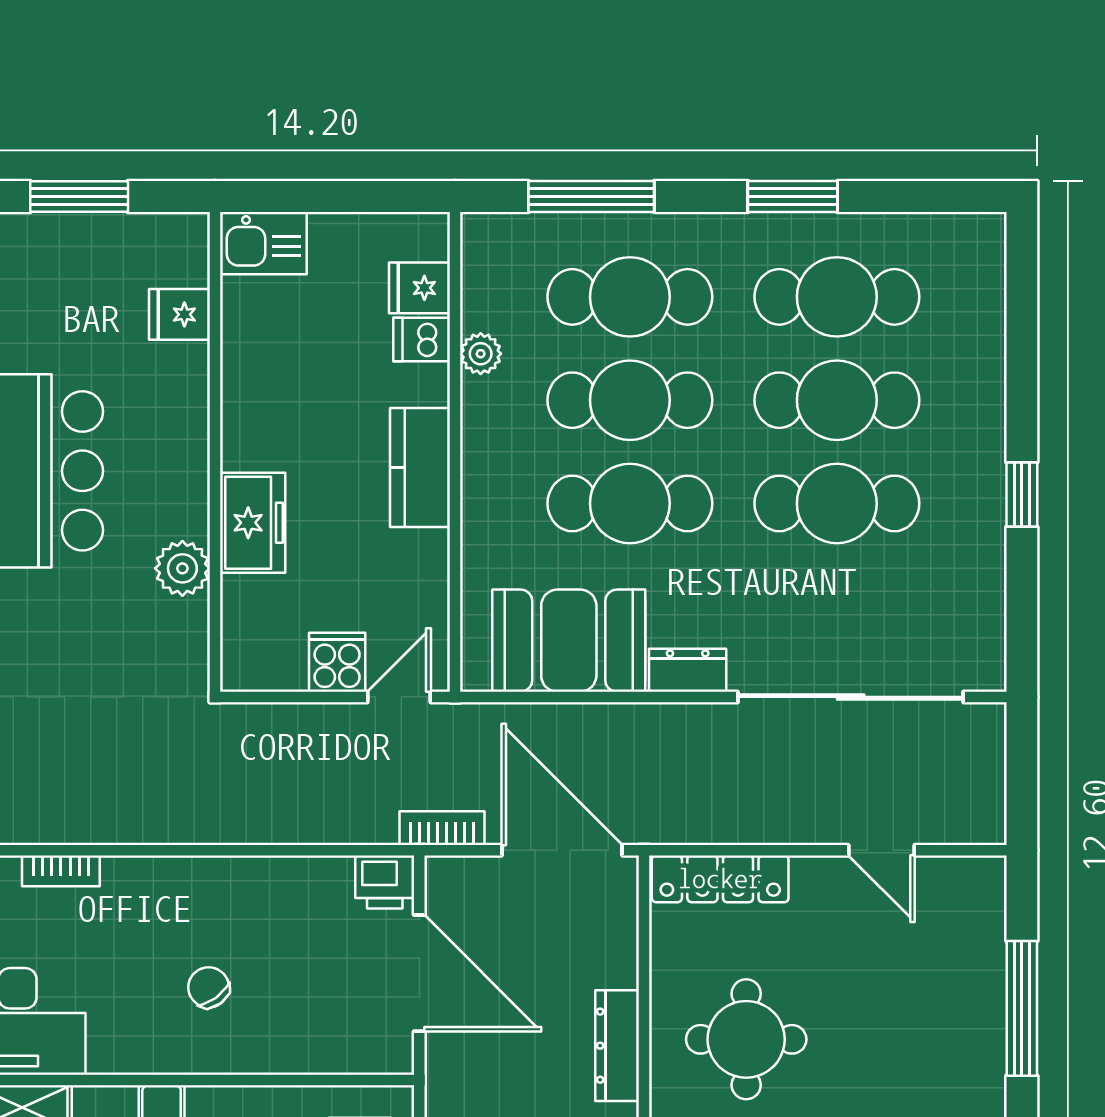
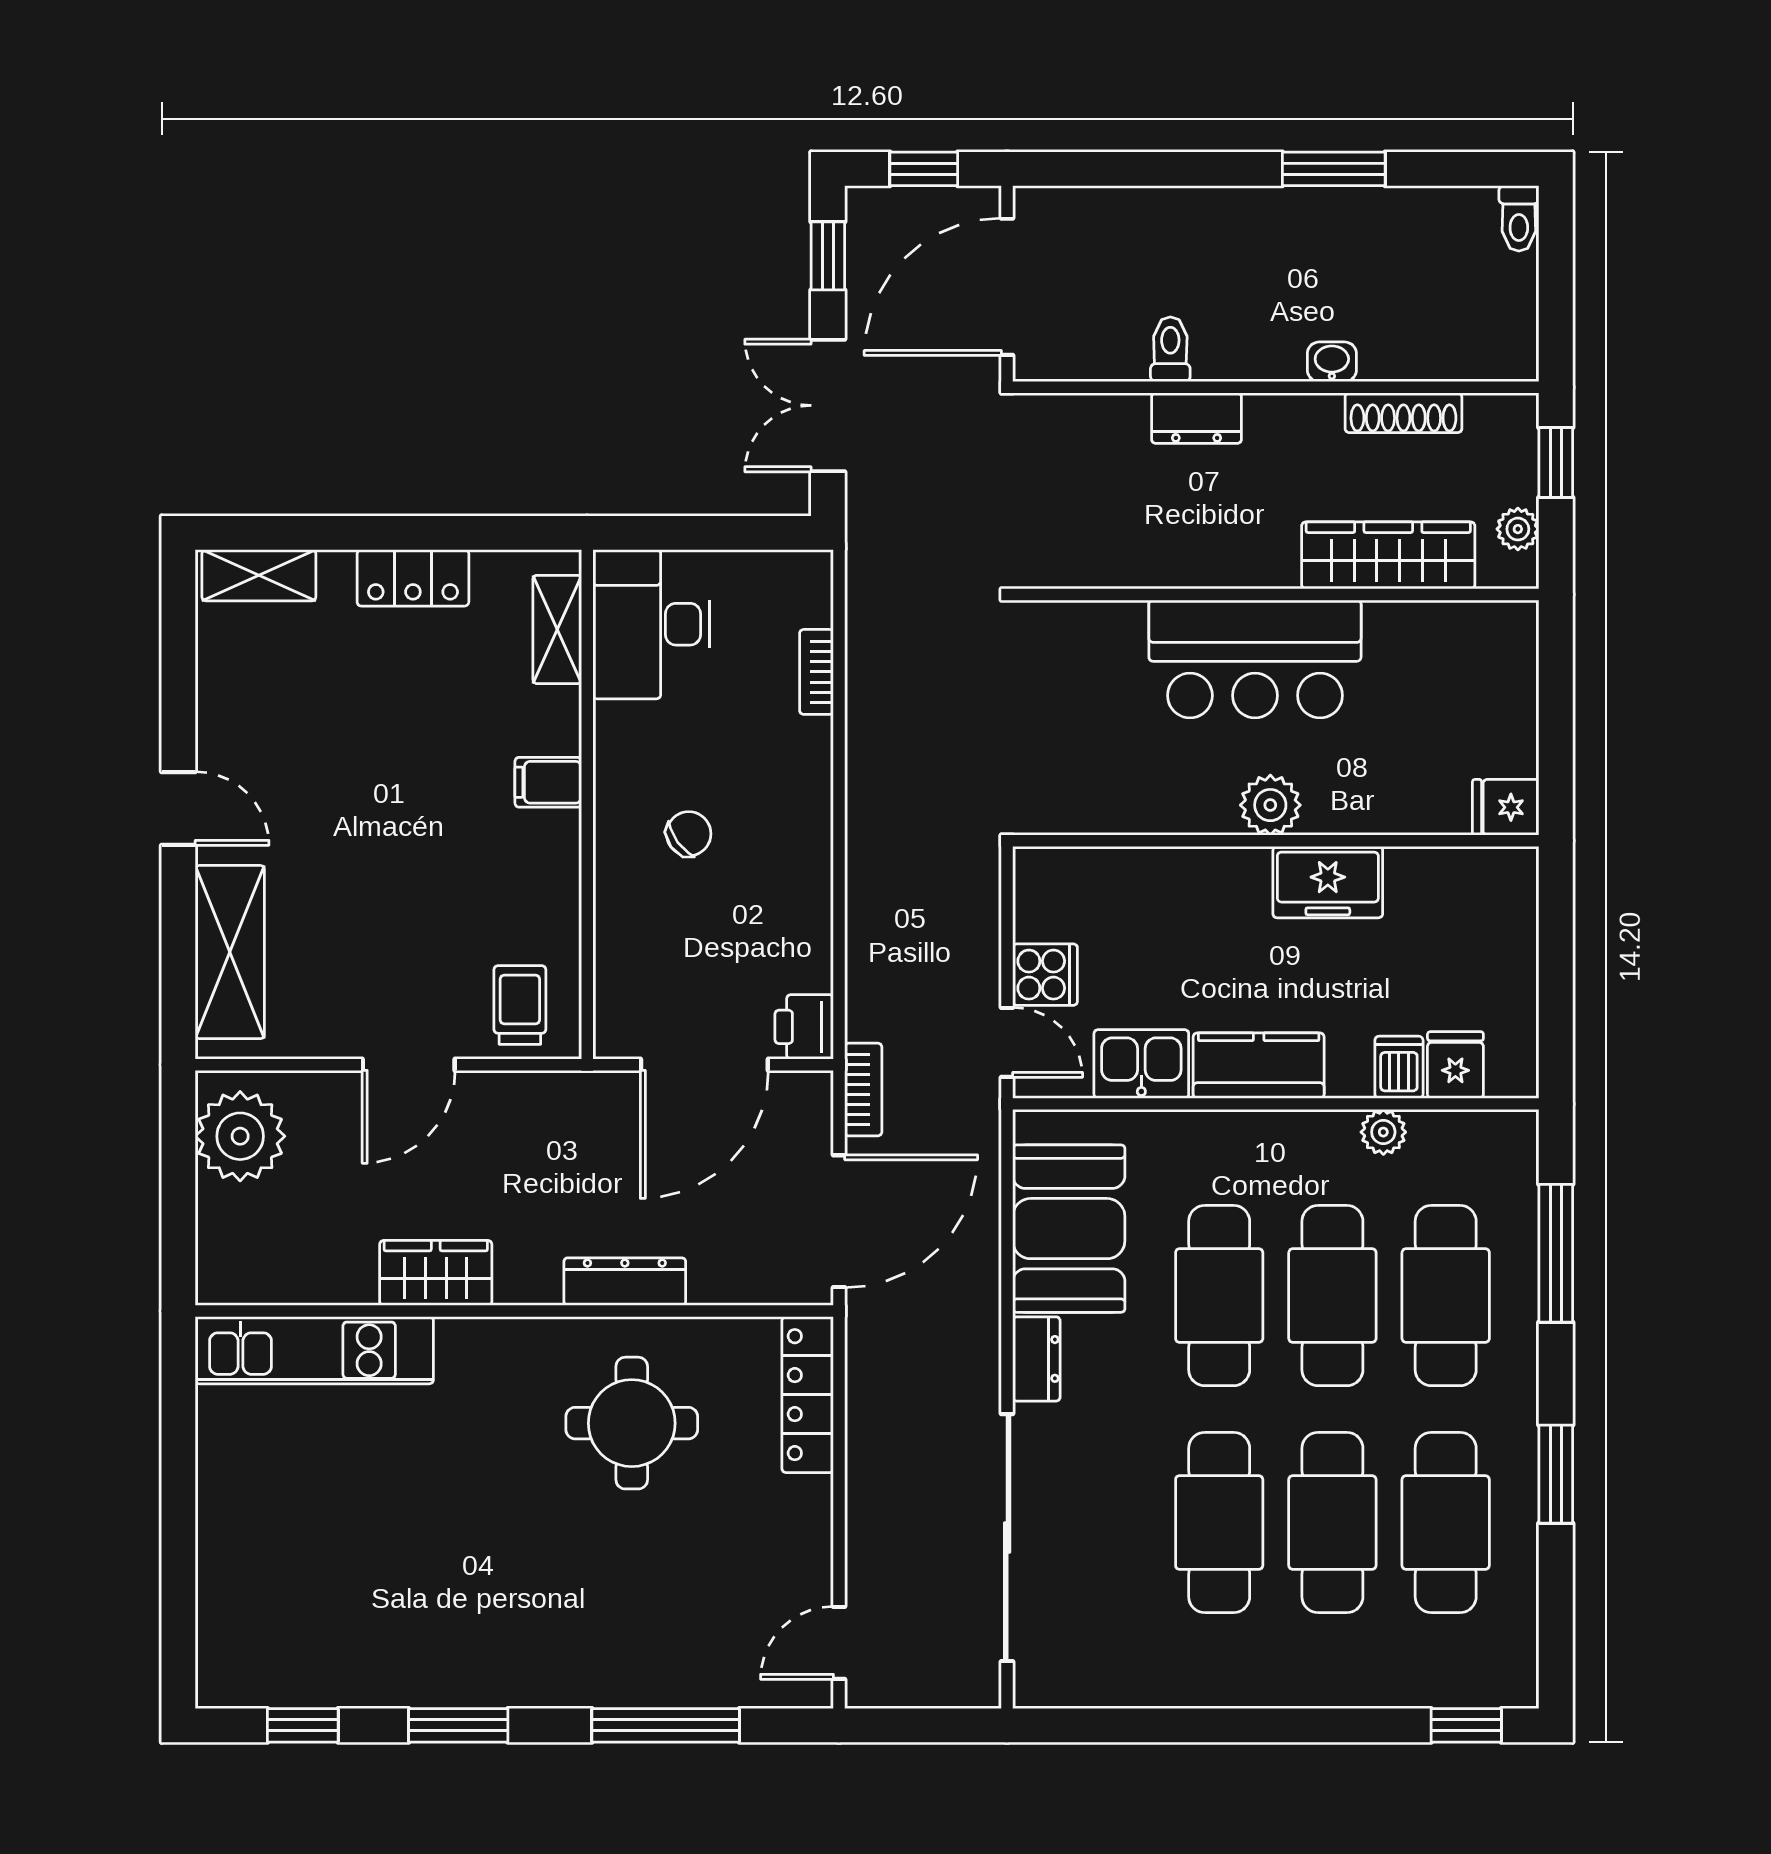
window: (79, 196) -> (1556, 692), removed
kitchen sink: (263, 243) -> (1141, 1064), moved, turned 90
fridge: (180, 314) -> (1506, 807), moved, turned -90
window: (1022, 495) -> (1466, 1725), moved
freezer: (253, 523) -> (1328, 882), moved
plant: (182, 568) -> (1270, 805), moved
door: (881, 850) -> (839, 1643), moved

